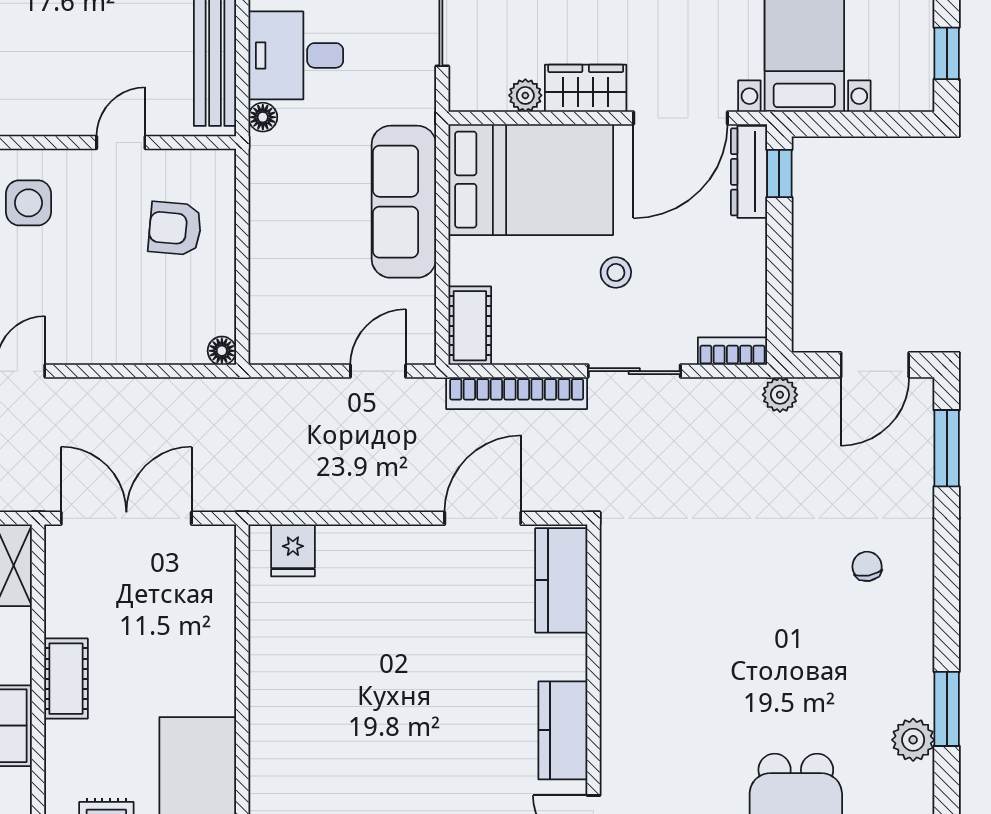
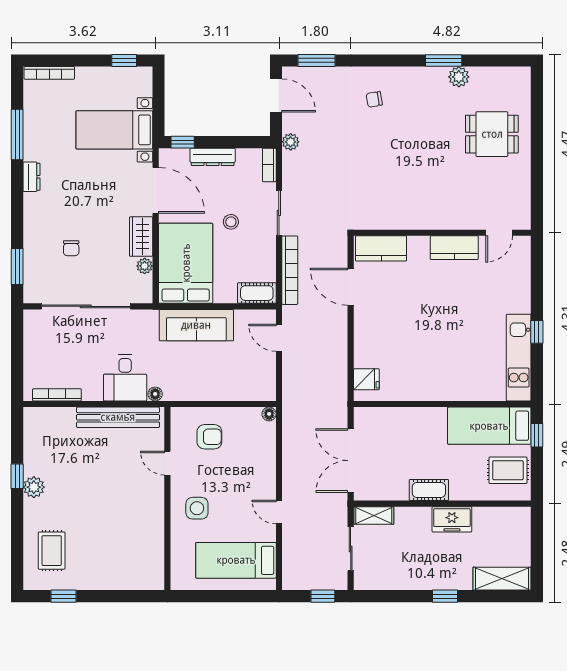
dresser: (749, 172) -> (213, 157), moved
armchair: (175, 228) -> (209, 437), turned -95

